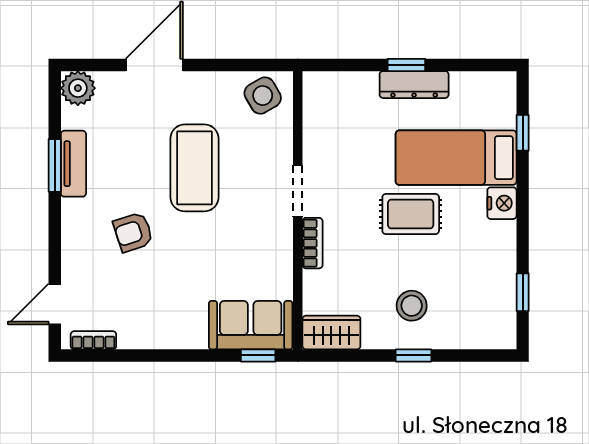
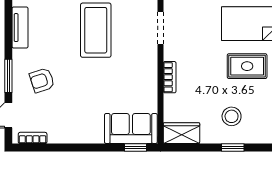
window: (55, 165) -> (8, 76), moved
doorway: (298, 191) -> (160, 28), moved
rug: (411, 214) -> (247, 66), moved
armchair: (133, 232) -> (42, 80), moved

